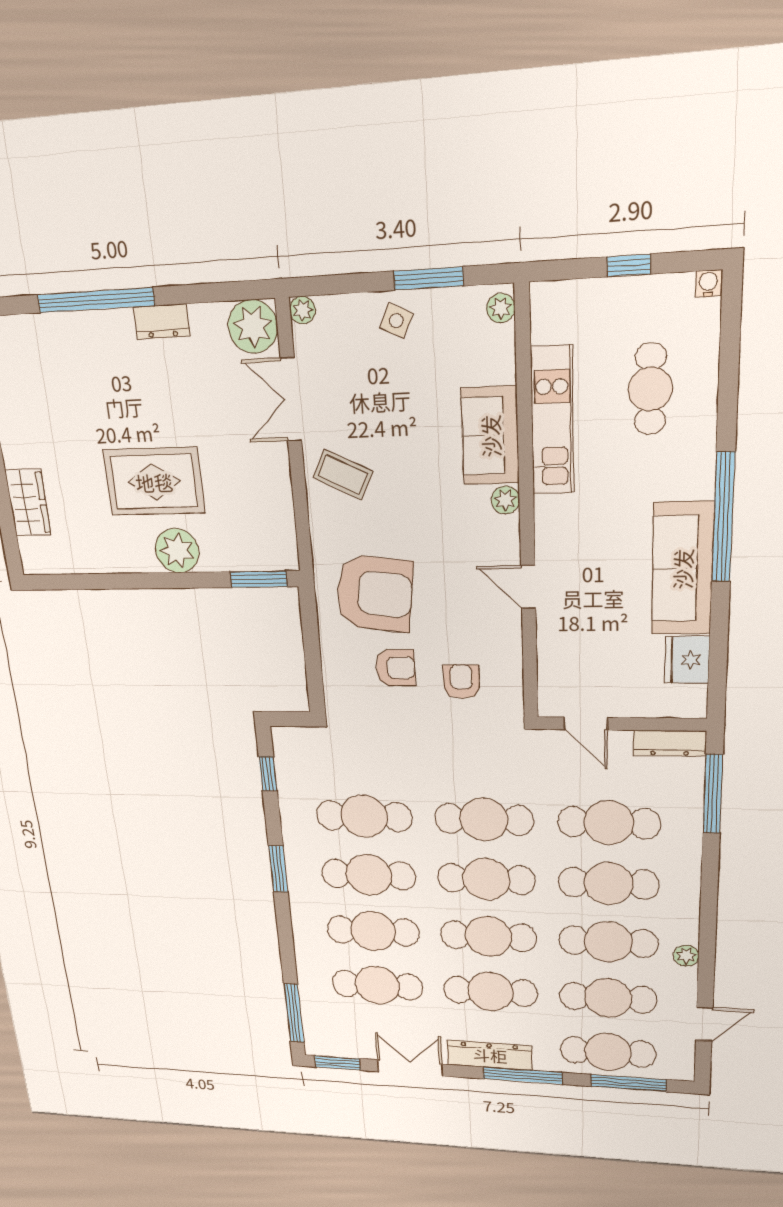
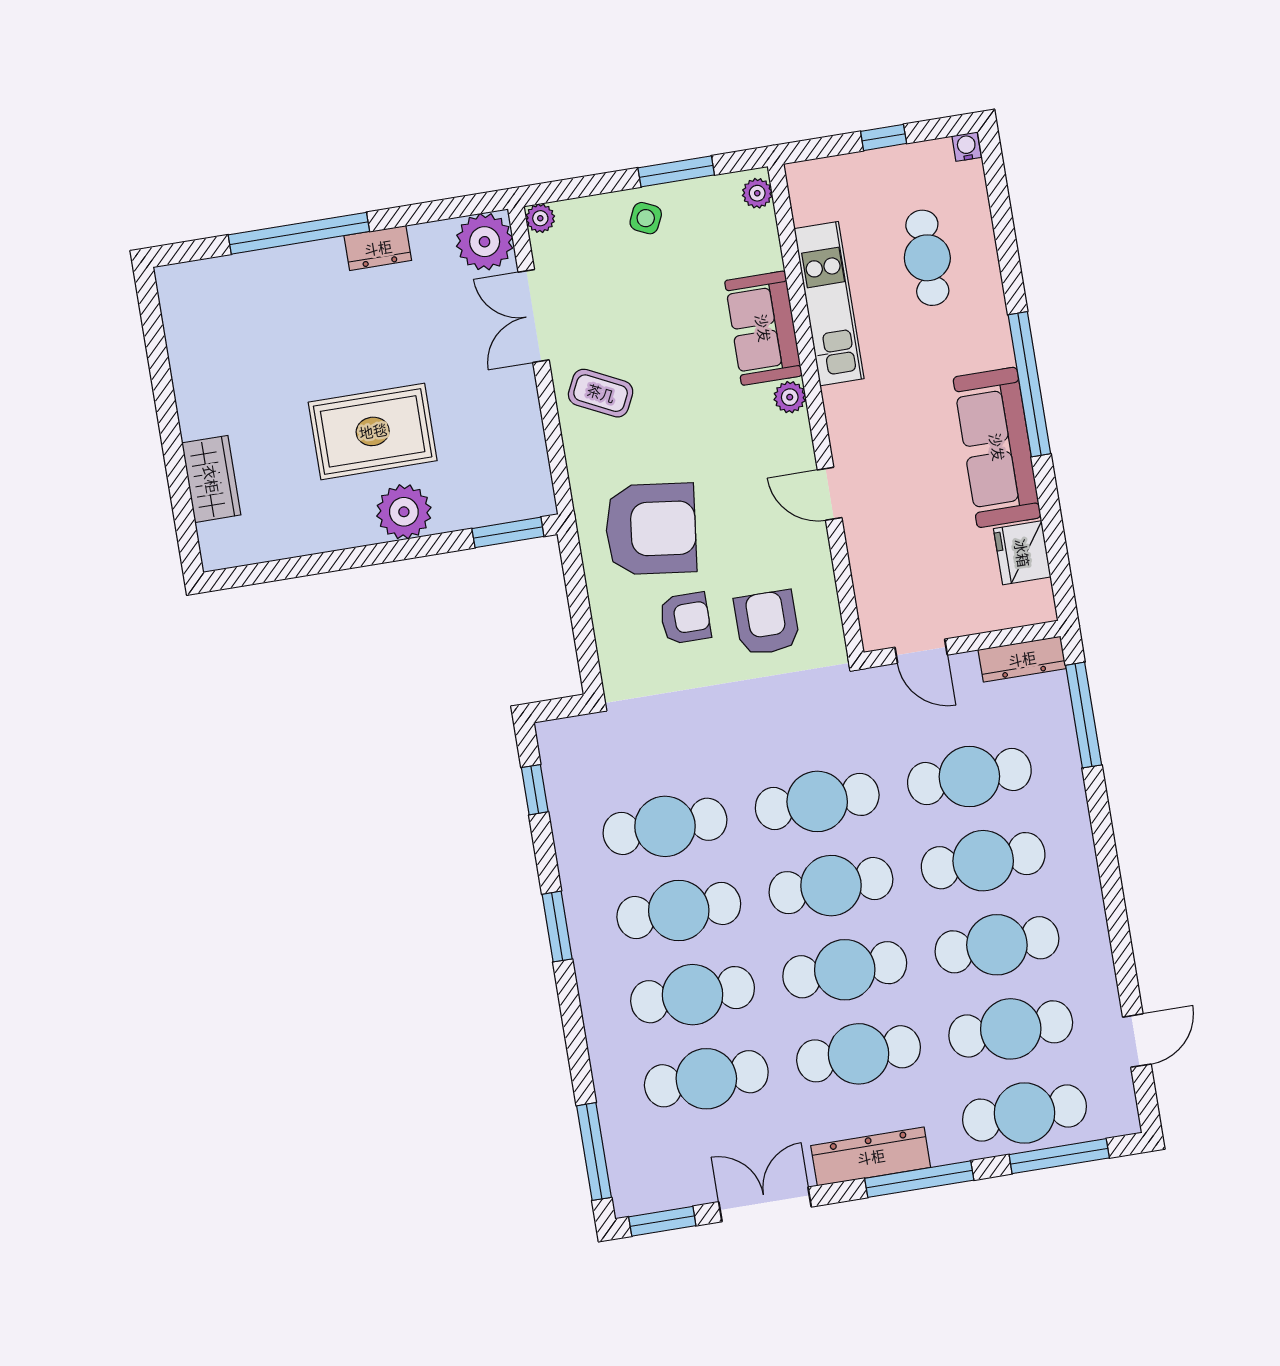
armchair: (461, 682) -> (767, 623), width x1.38, depth x1.38
plant: (686, 956) -> (1095, 944), removed

